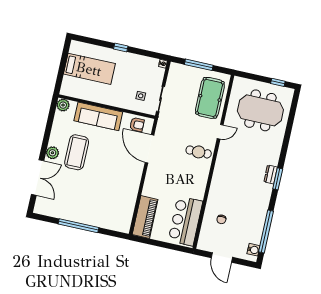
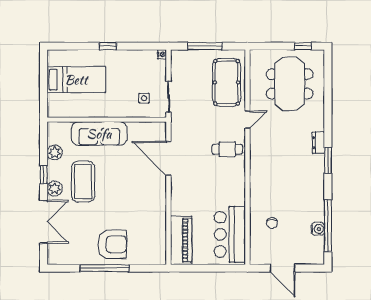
plant: (63, 105) -> (55, 152), moved
meeting table: (260, 110) -> (290, 84), turned 90
armchair: (137, 125) -> (112, 244), moved, width x1.88, depth x1.88
window: (46, 140) -> (44, 175), added
dresser: (271, 175) -> (318, 143), moved
water cooler: (253, 250) -> (318, 229), moved

